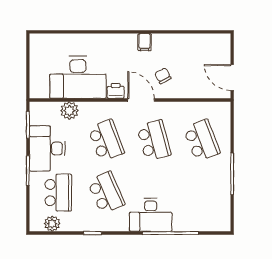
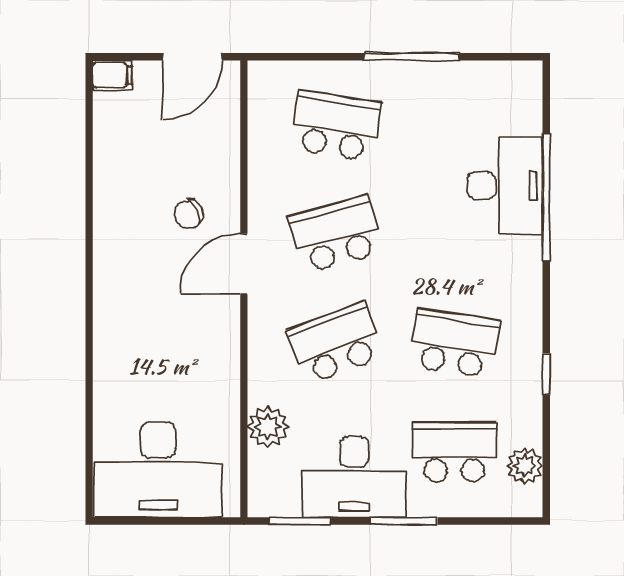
filing cabinet: (145, 42) -> (112, 75), moved
desk: (78, 77) -> (158, 470), moved, turned 90
printer: (116, 91) -> (223, 322), removed
school desk: (202, 140) -> (336, 126), turned 30
school desk: (106, 193) -> (454, 343), turned 33
desk: (151, 215) -> (505, 186), moved

